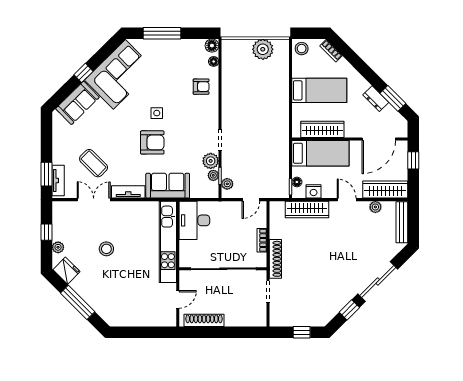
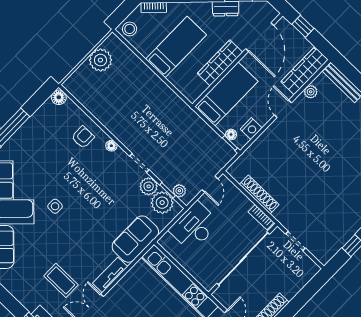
floor lamp: (214, 61) -> (111, 146), moved
side table: (157, 113) -> (55, 206), moved
wardrobe: (322, 129) -> (220, 63), moved
armchair: (152, 142) -> (90, 218), removed
coffee table: (94, 163) -> (61, 280), turned 45
plant: (213, 175) -> (162, 203), width x1.88, depth x1.88
door: (347, 200) -> (283, 109), hinge flipped
wardrobe: (307, 209) -> (260, 147), removed
desk: (194, 220) -> (194, 227), moved, turned 90
bookcase: (262, 240) -> (261, 217), moved
shoe rack: (275, 259) -> (259, 195), moved

